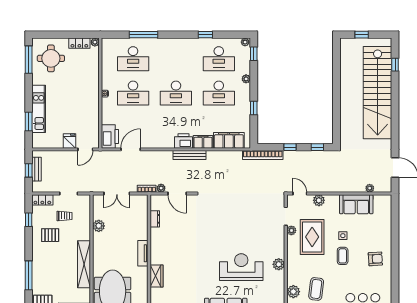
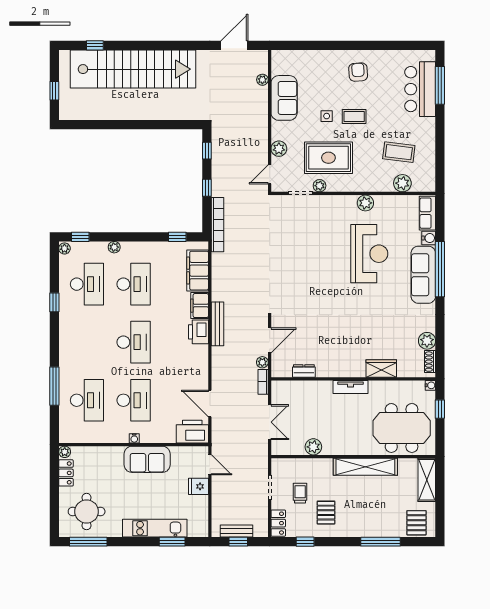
sofa: (89, 103) -> (147, 459), added
window: (254, 108) -> (177, 237), moved
reception desk: (241, 267) -> (369, 254), turned 180

